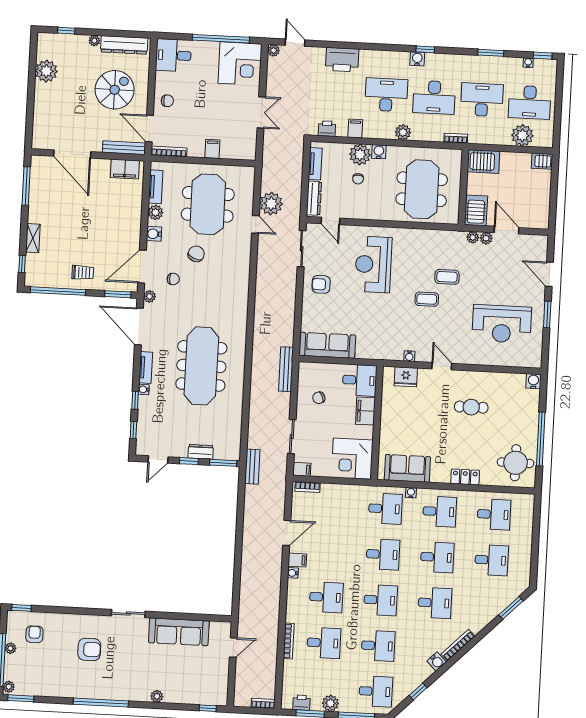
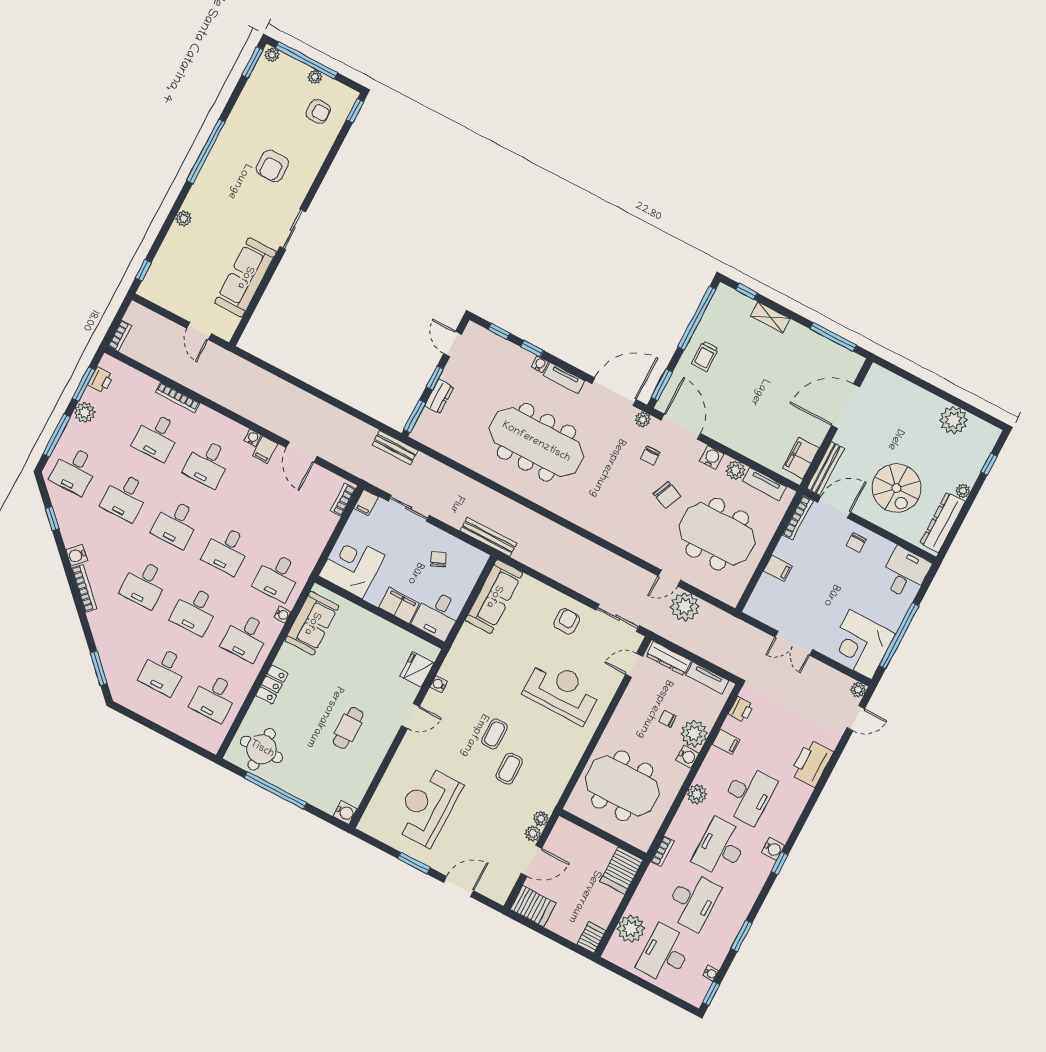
server rack: (476, 210) -> (533, 906), moved

